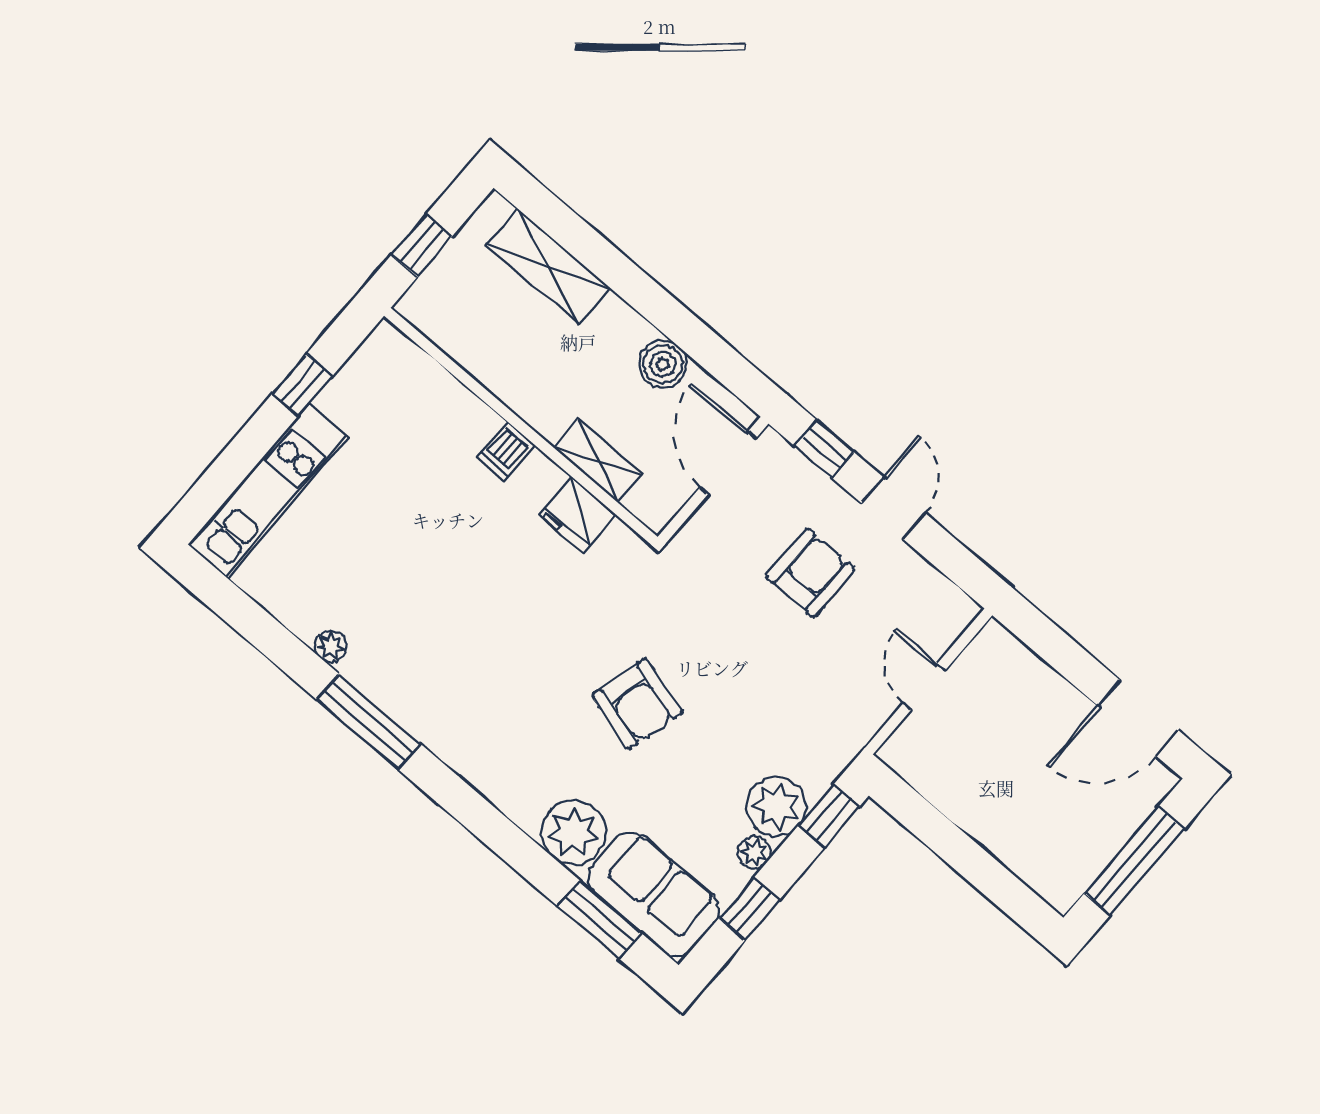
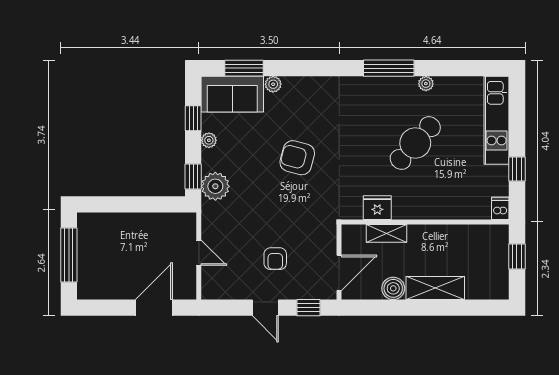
shelving: (548, 267) -> (435, 288), moved
dishwasher: (506, 451) -> (500, 208), moved
door: (728, 463) -> (339, 273), hinge flipped
cafe table: (429, 566) -> (415, 143), added
armchair: (810, 573) -> (275, 259), width x0.72, depth x0.72
door: (1138, 718) -> (154, 308), moved
plant: (776, 806) -> (215, 186), moved
plant: (573, 833) -> (273, 84), width x0.53, depth x0.53

